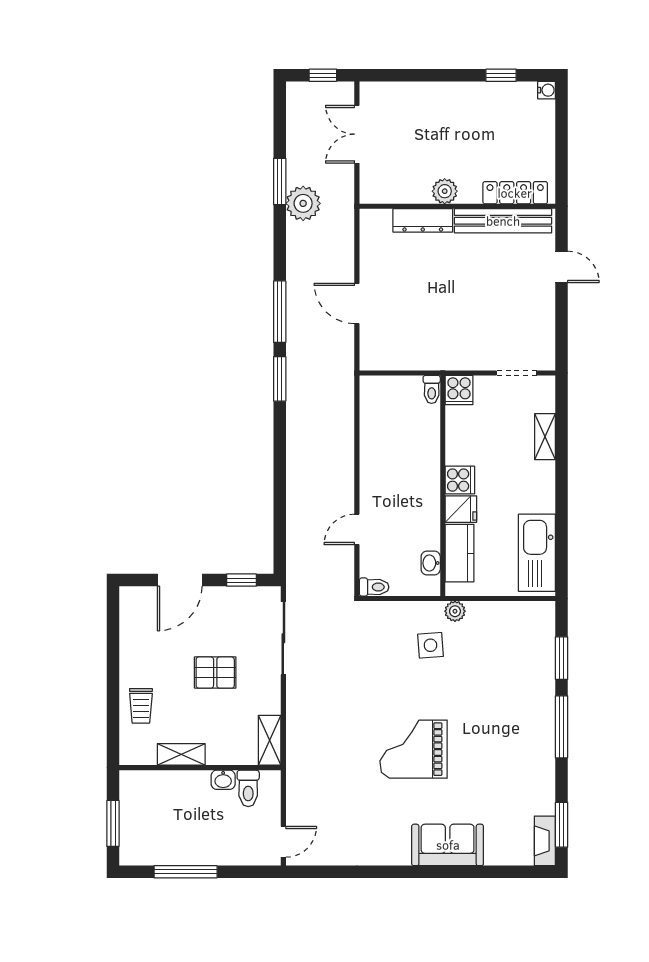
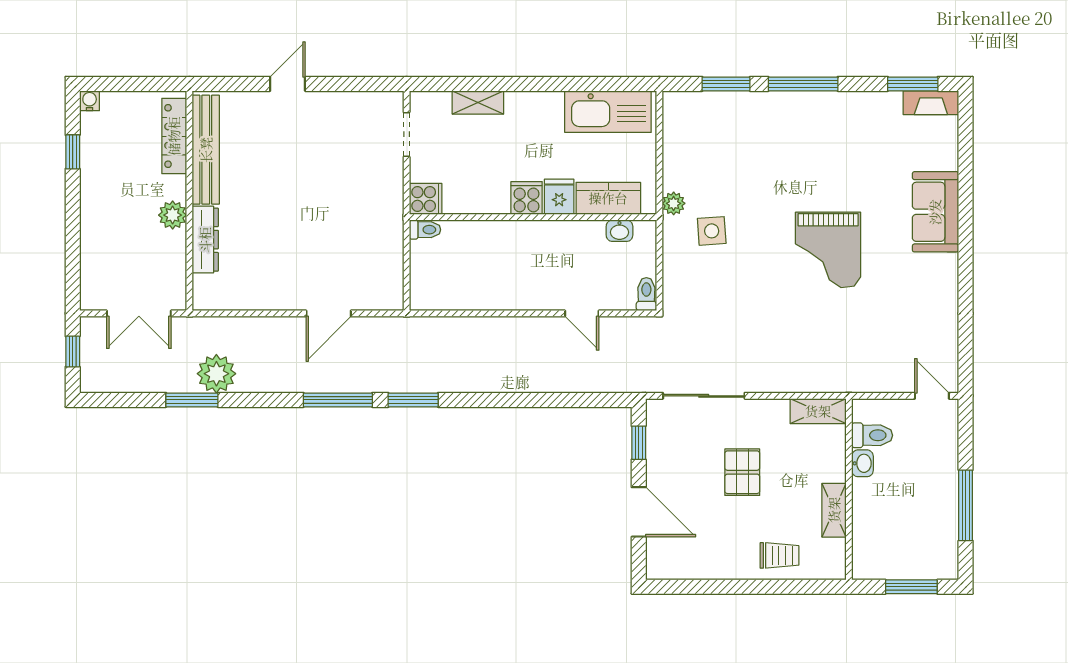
plant: (445, 191) -> (173, 215), moved
locker: (515, 193) -> (174, 136), moved
wall: (457, 206) -> (189, 201), moved
dresser: (423, 220) -> (205, 240), moved
bench: (503, 221) -> (206, 150), moved

